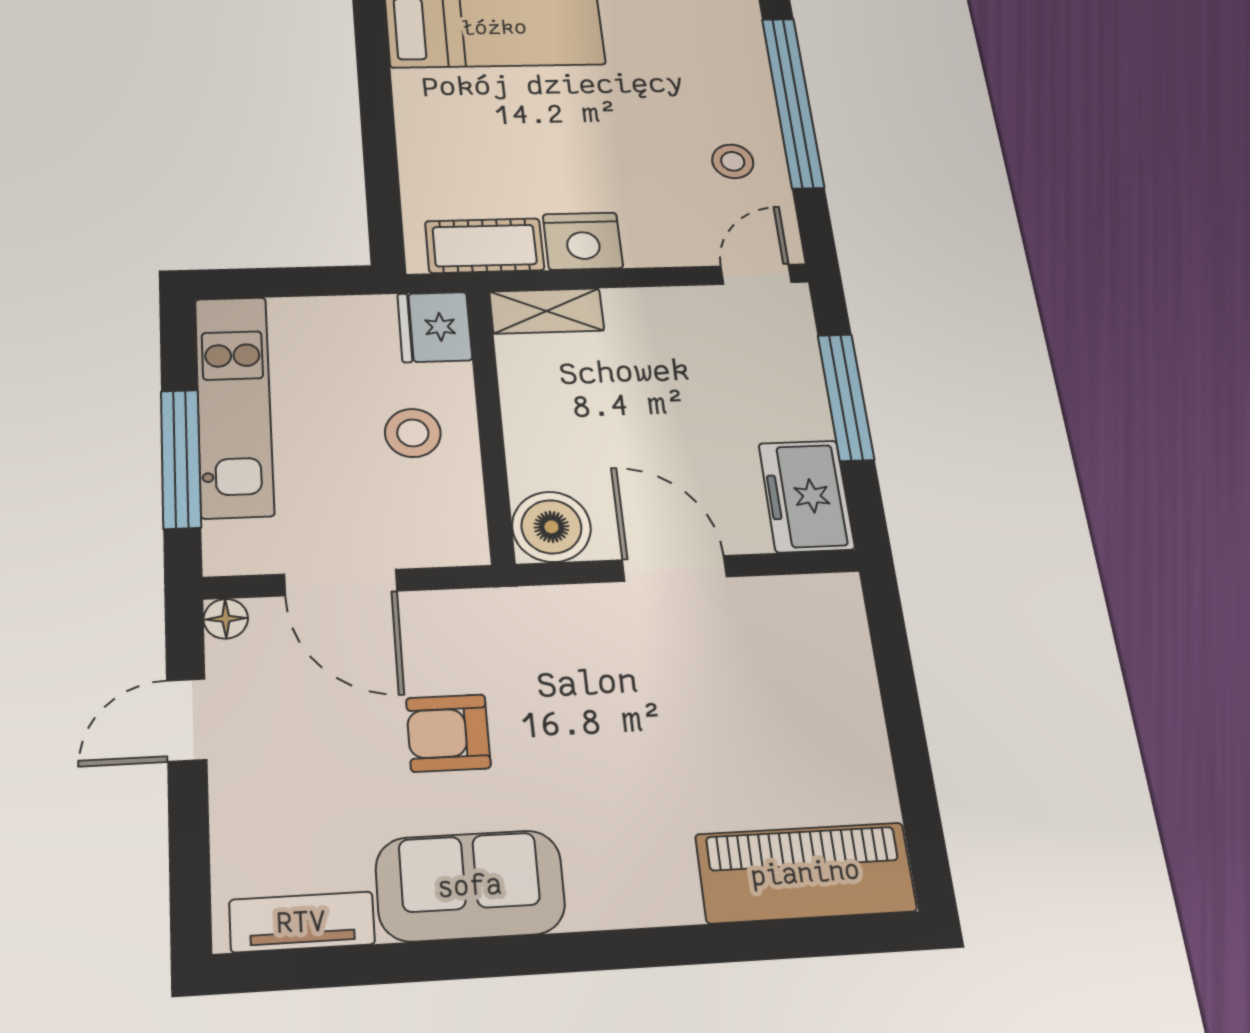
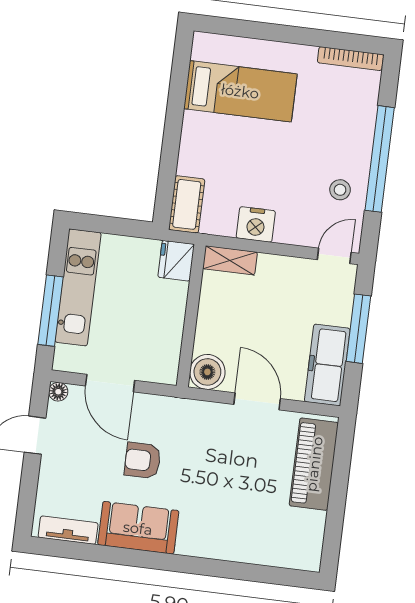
cot: (485, 246) -> (187, 204), moved, turned 90
stool: (413, 433) -> (155, 315), removed
freezer: (806, 496) -> (327, 365), width x1.40
piano: (806, 873) -> (314, 464), moved, turned -90

